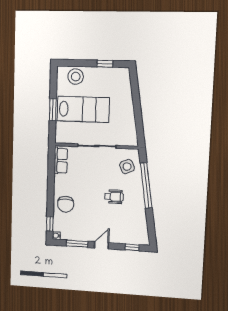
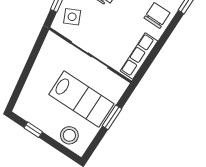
lab bench: (83, 109) -> (81, 99), turned 180
row of seats: (61, 161) -> (139, 56), width x1.48

